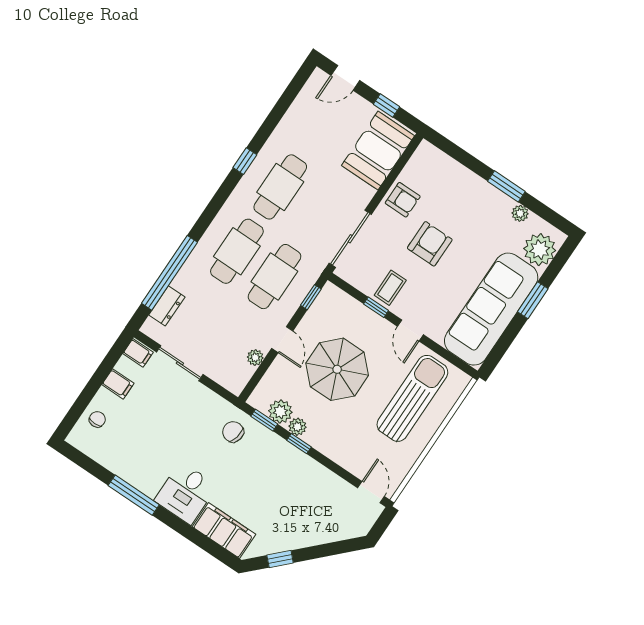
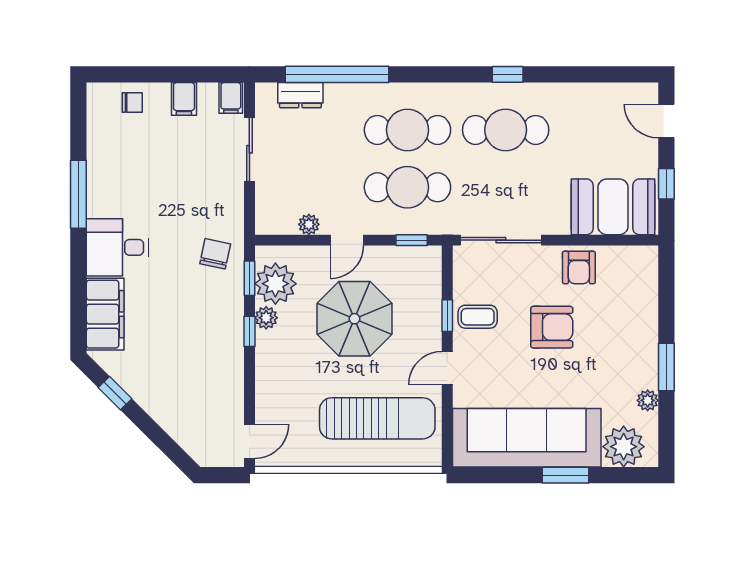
plant: (280, 412) -> (275, 284), width x1.36, depth x1.36

